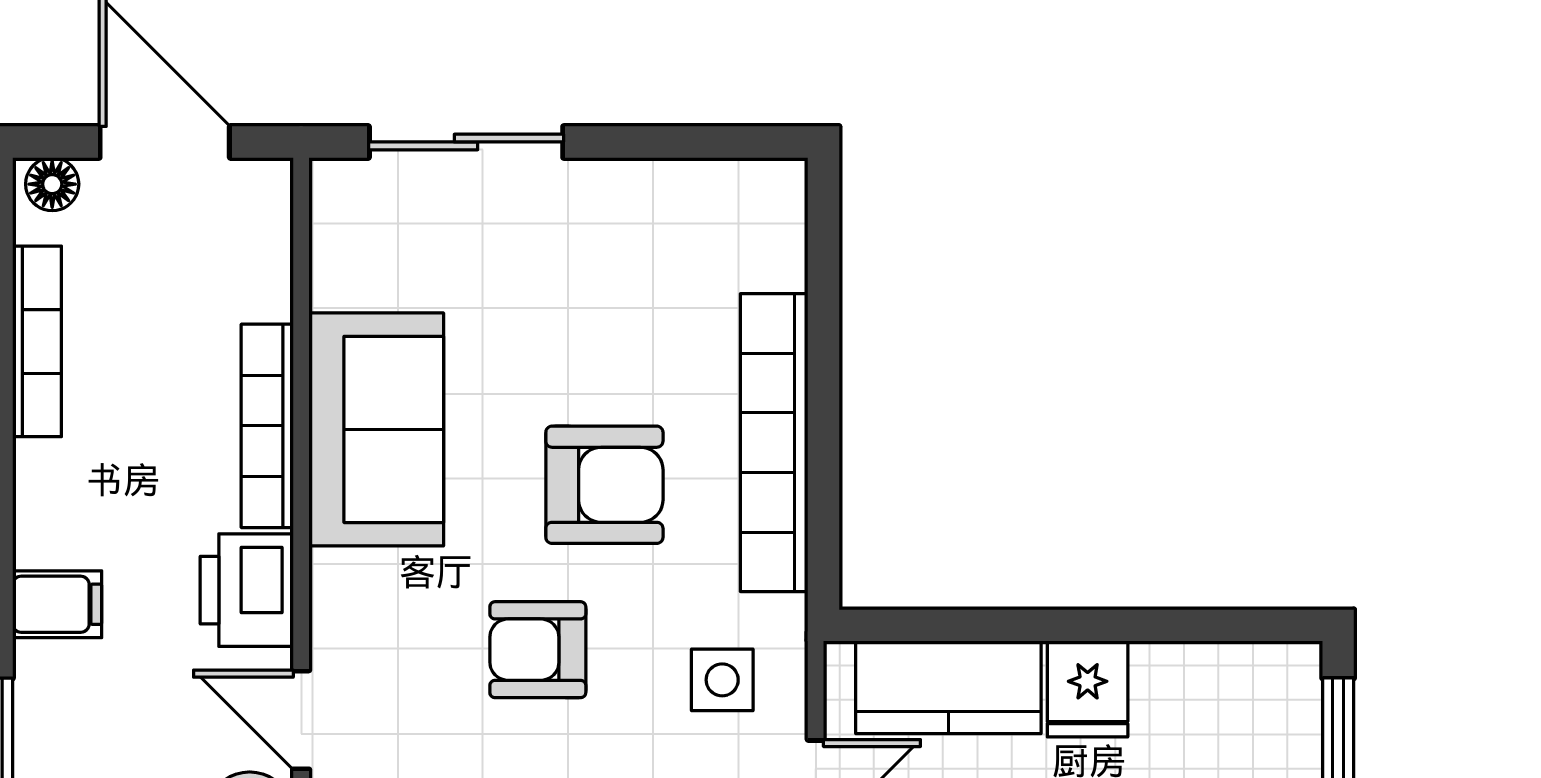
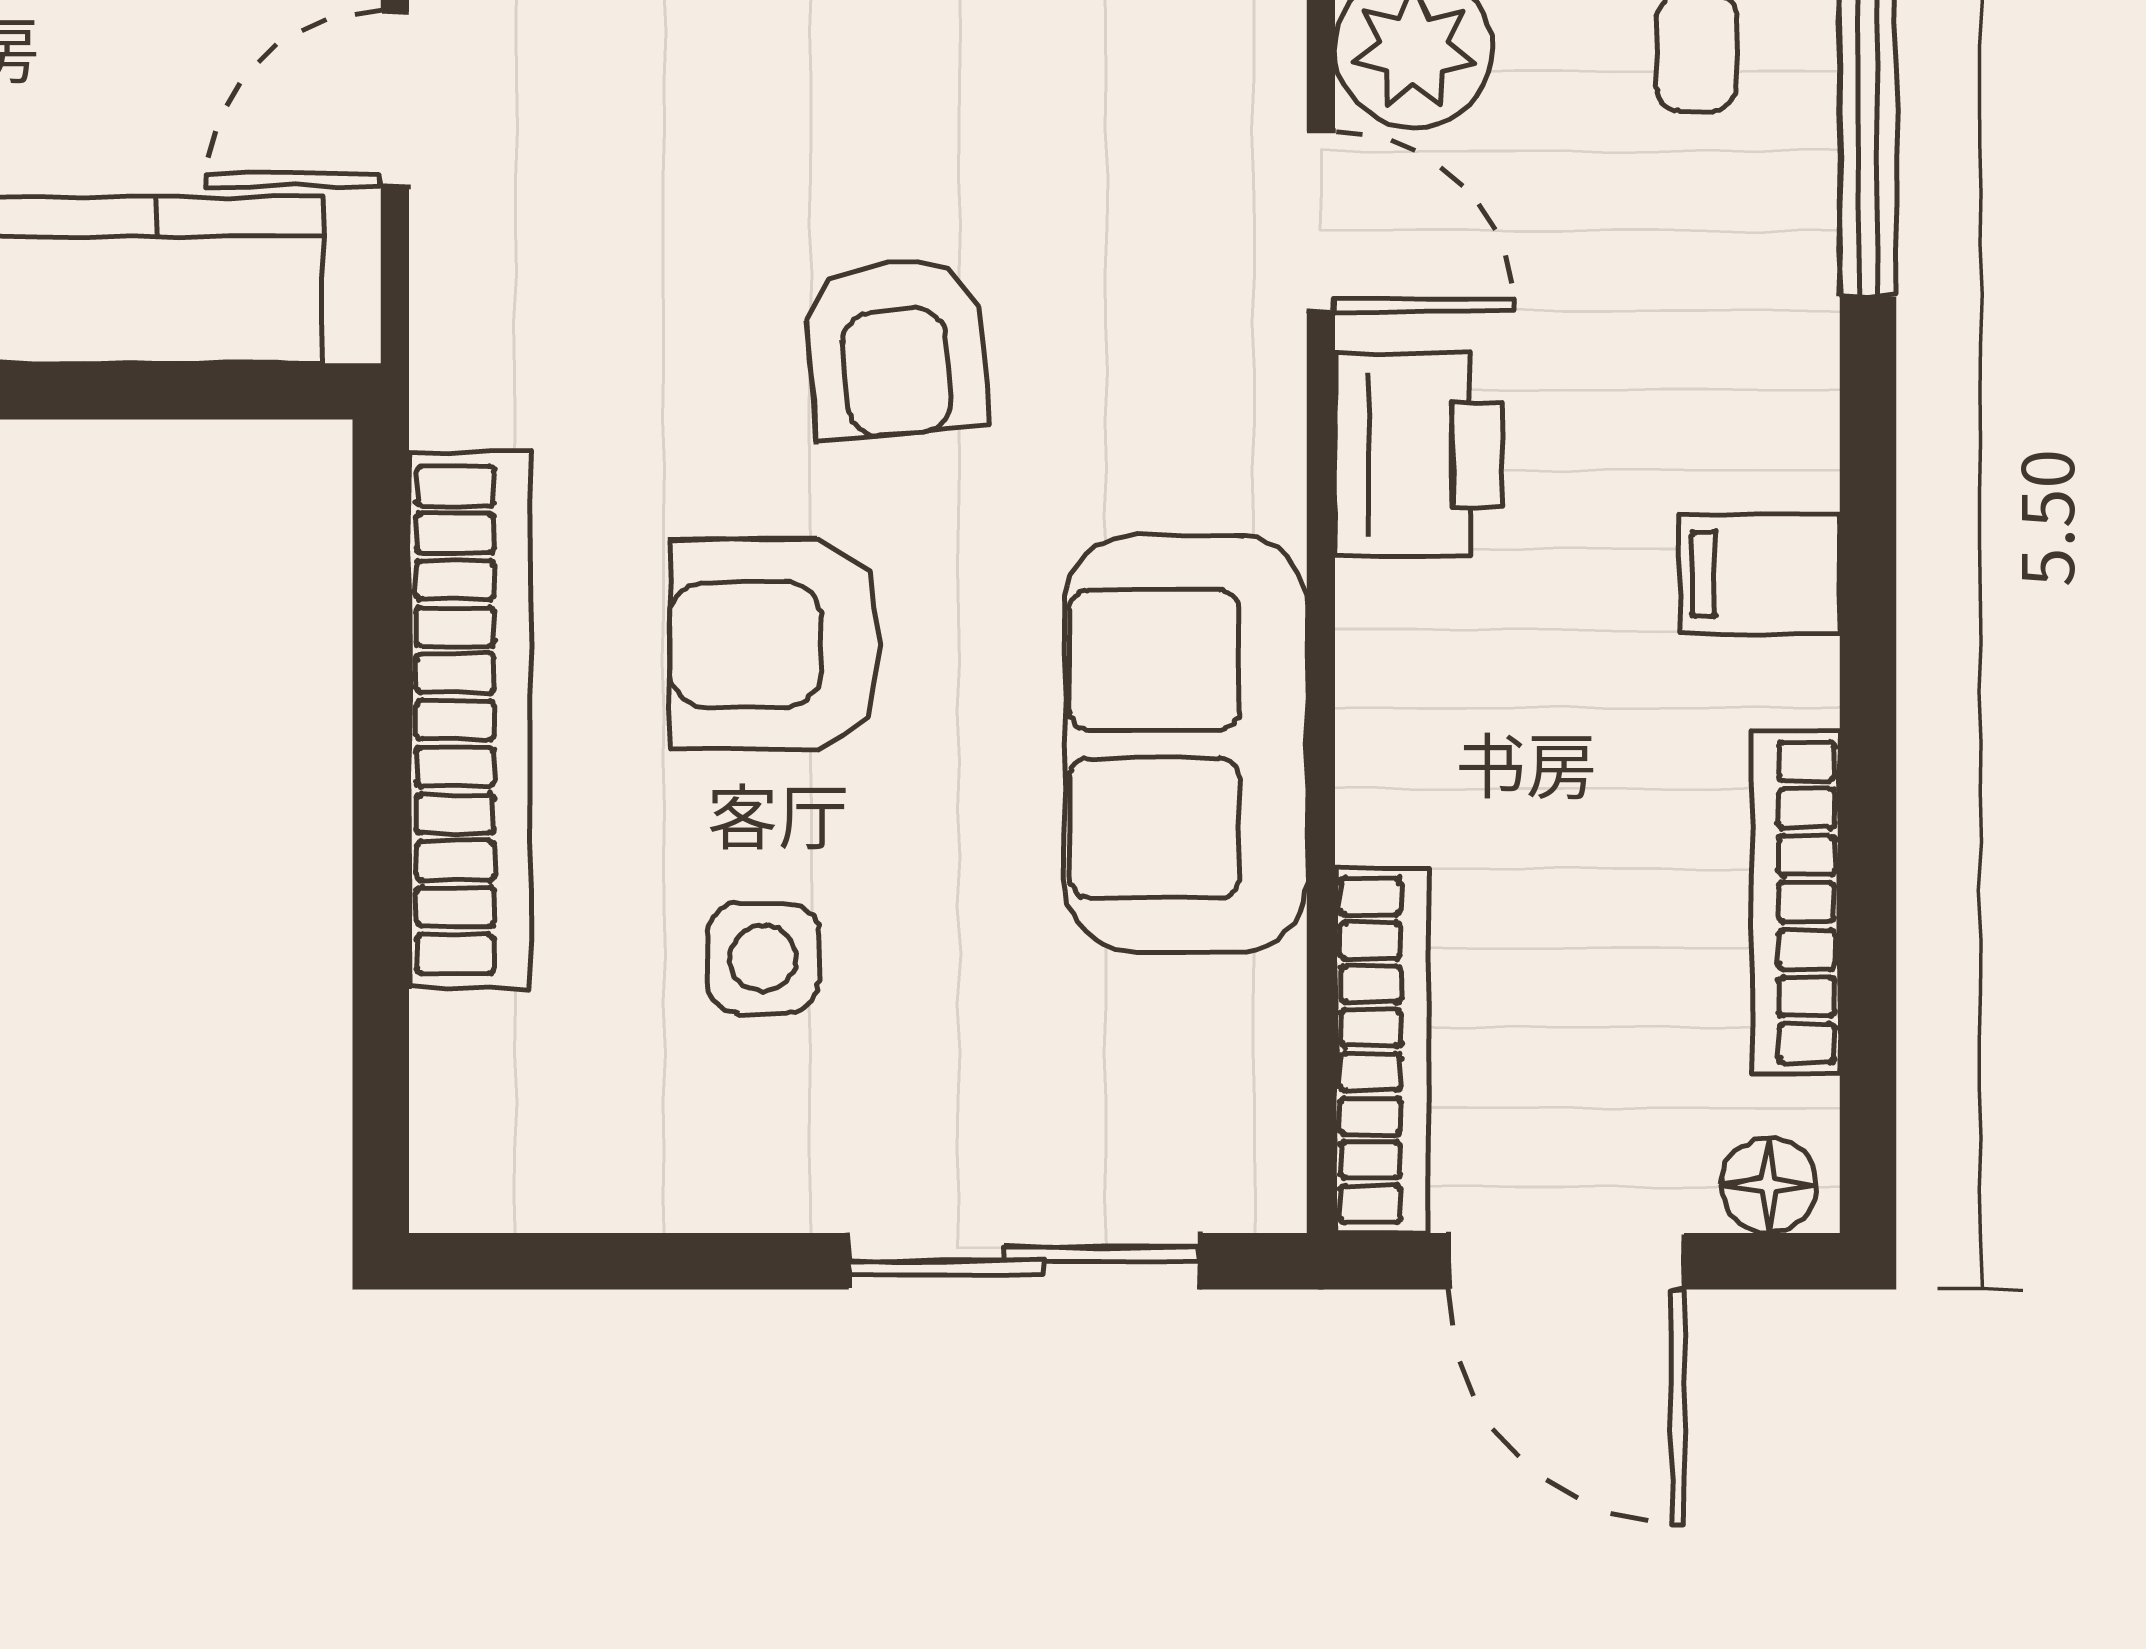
bookcase: (267, 426) -> (1382, 1050), moved
filing cabinet: (57, 604) -> (1760, 574), moved
armchair: (538, 650) -> (895, 348), turned 85
side table: (722, 680) -> (763, 958), moved

